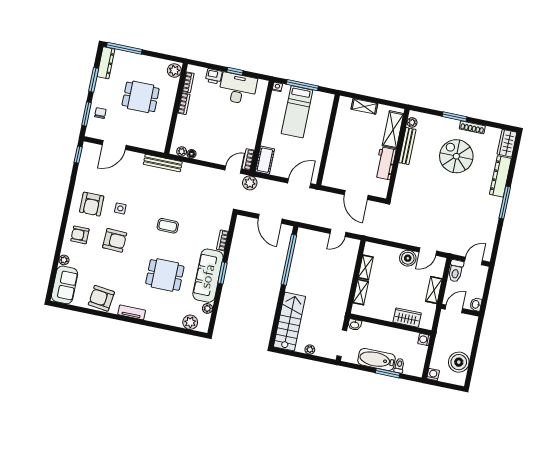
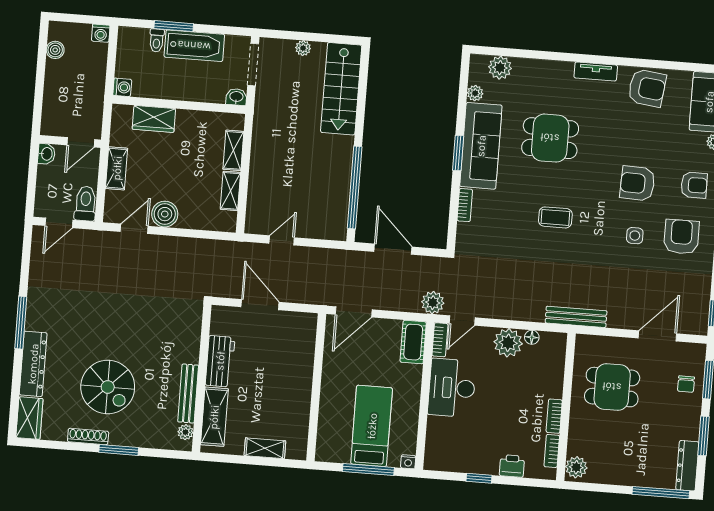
desk: (238, 89) -> (452, 388), moved, turned 90
dining table: (141, 97) -> (612, 387), moved
plant: (182, 151) -> (508, 343), moved, width x1.88, depth x1.88
boiler: (459, 362) -> (55, 50), width x0.54, depth x0.54

